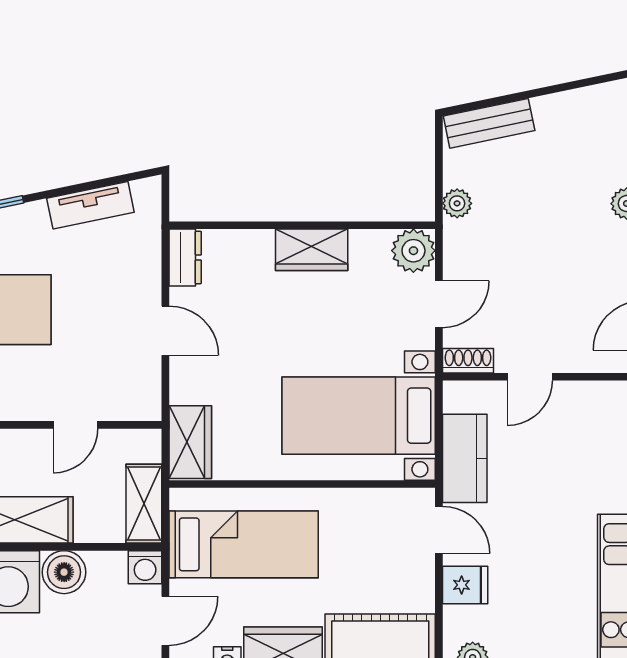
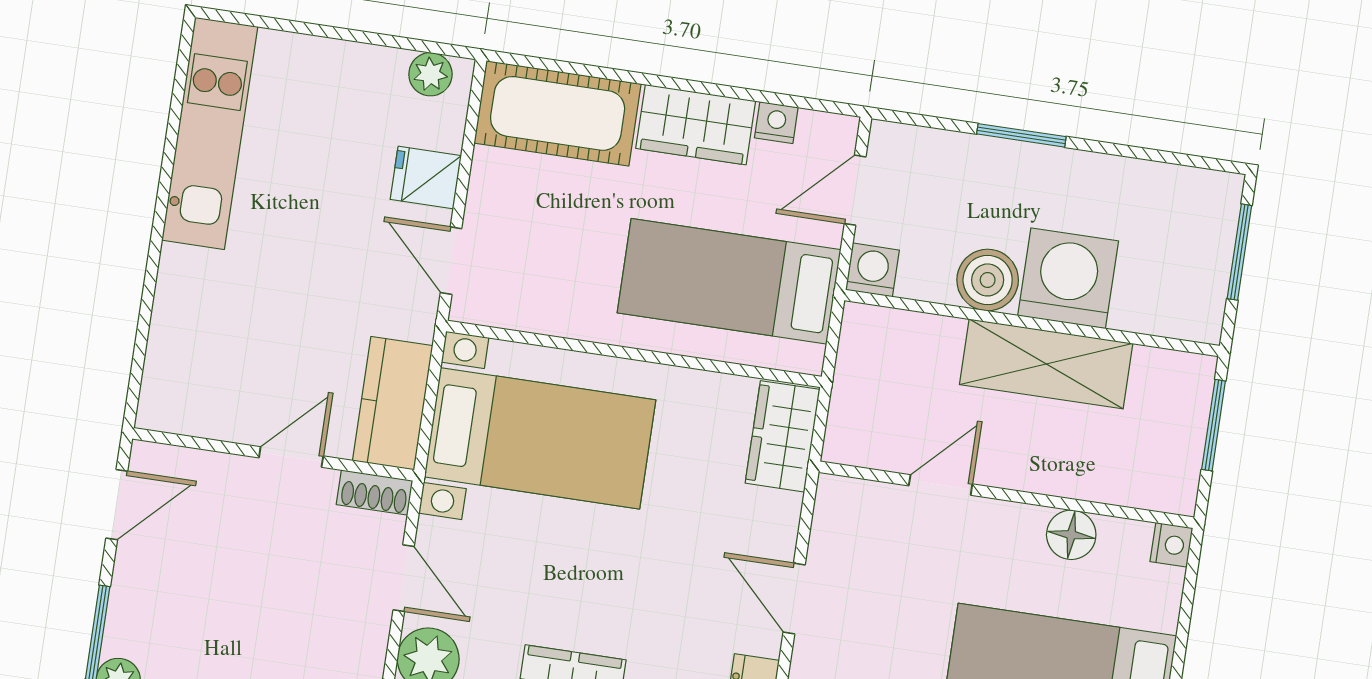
door: (439, 304) -> (404, 578), swing flipped
kitchen counter: (465, 458) -> (393, 403), moved
shelving: (144, 504) -> (861, 360), removed

